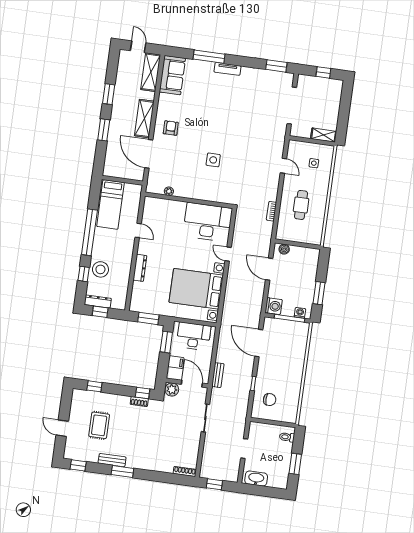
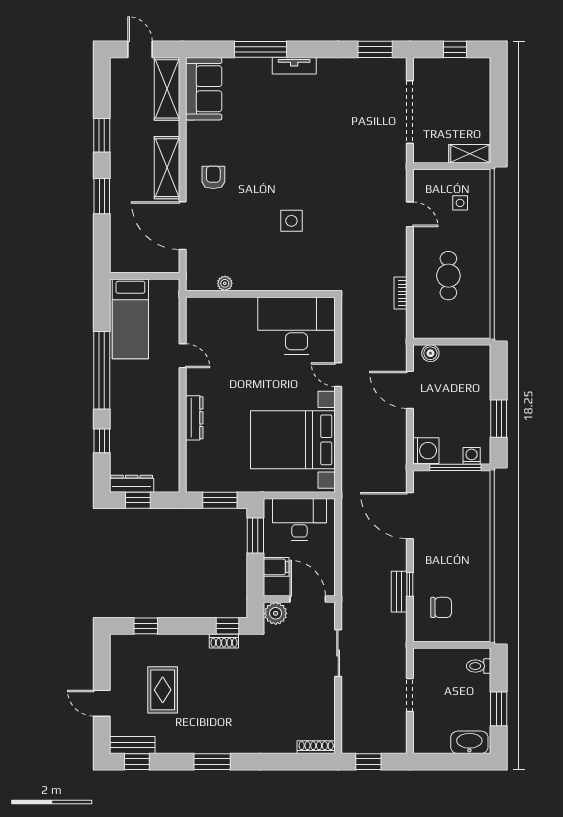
stool: (100, 269) -> (129, 430), removed
bench: (218, 375) -> (399, 592), moved
bench: (112, 460) -> (132, 745), moved
washbasin: (256, 478) -> (469, 742), moved

